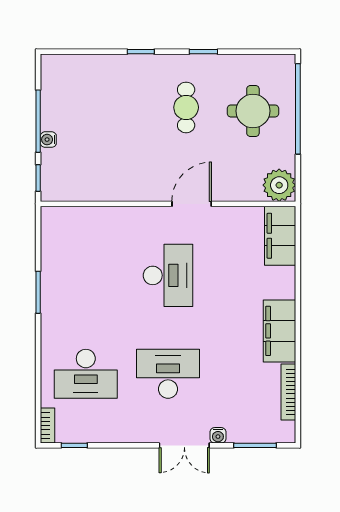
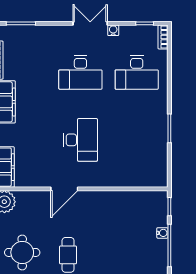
desk: (168, 275) -> (80, 140), turned 180
desk: (86, 374) -> (137, 72), turned 180
water cooler: (218, 435) -> (113, 30), moved
double door: (184, 445) -> (90, 23), moved

